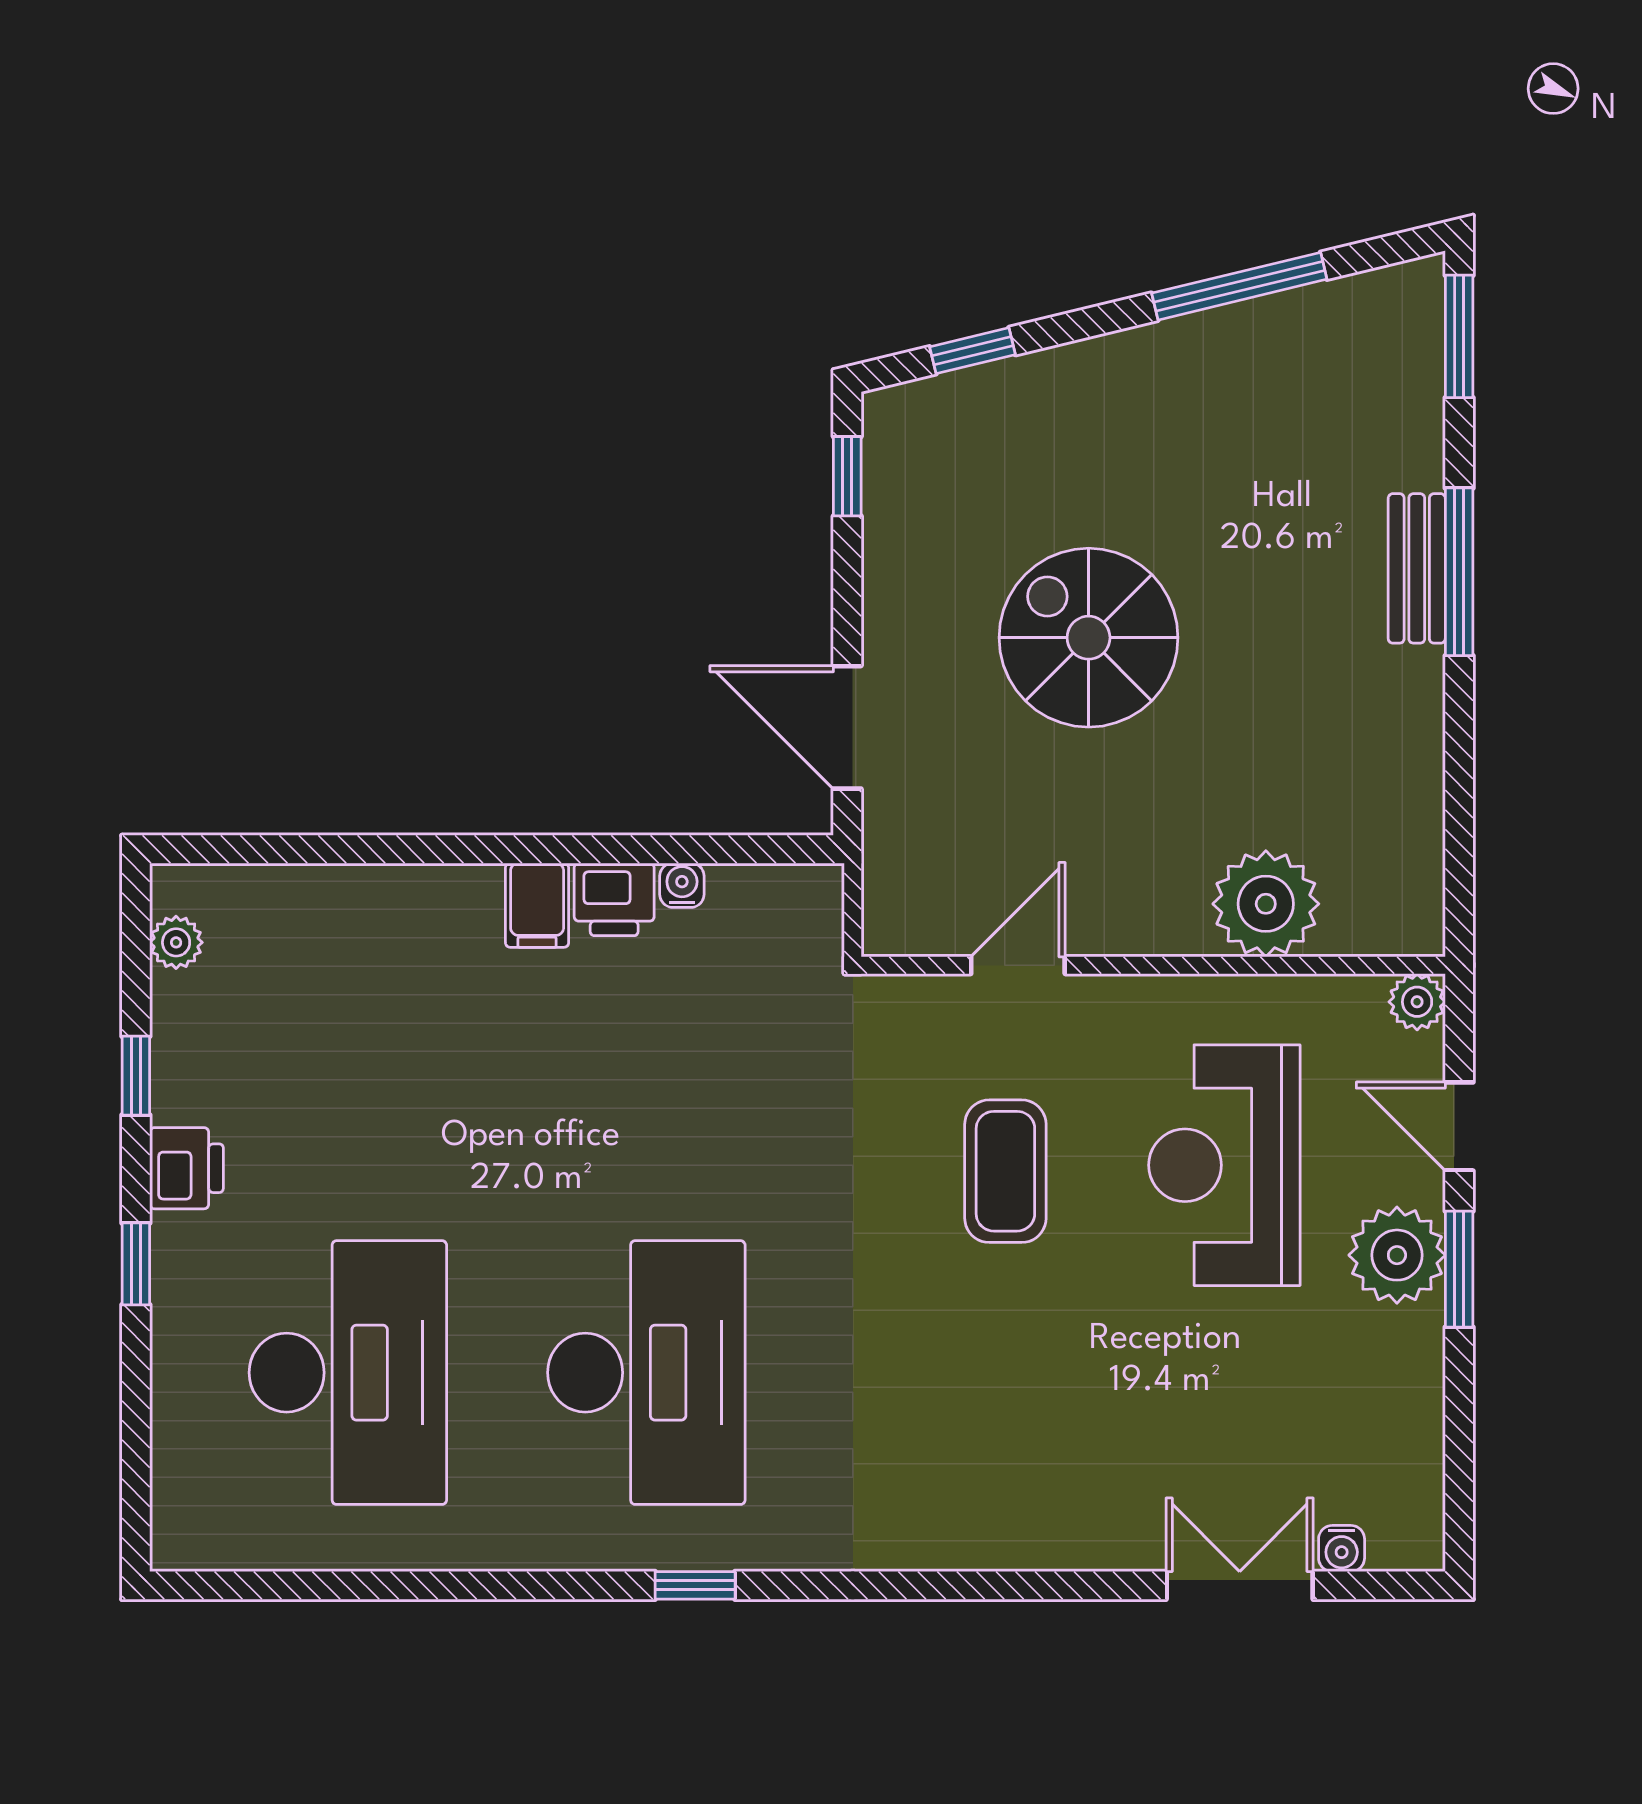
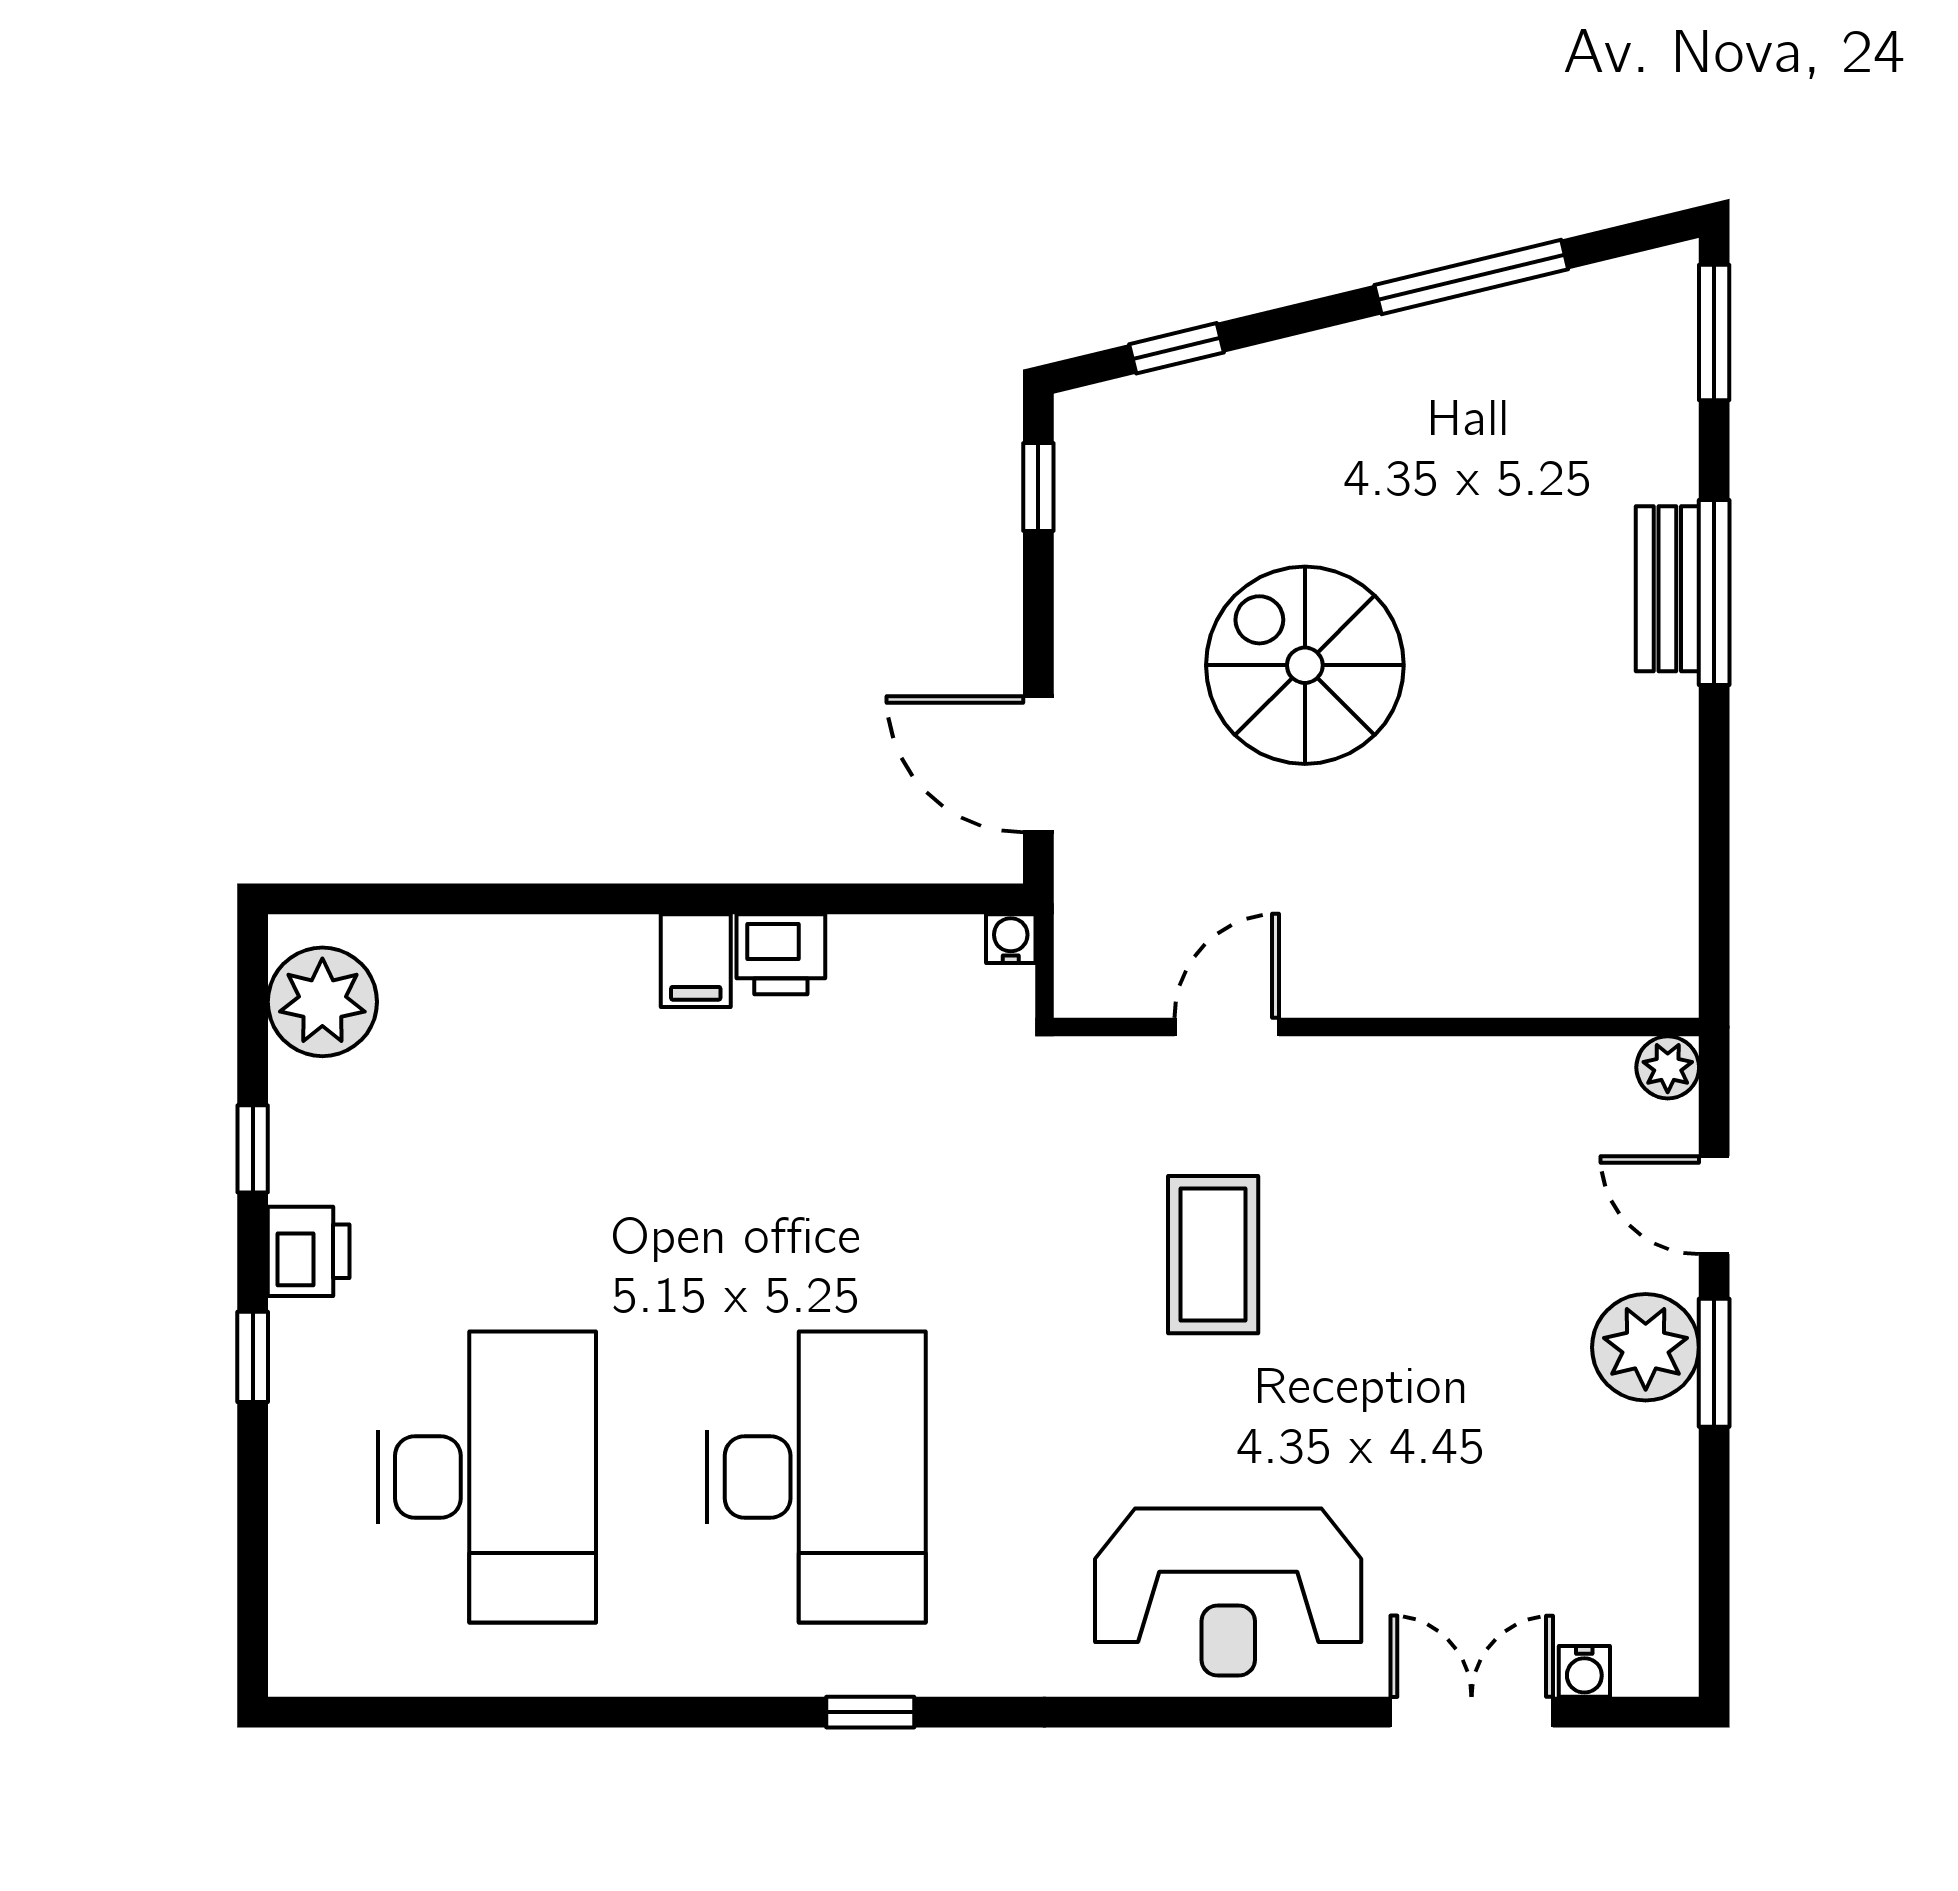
water cooler: (682, 885) -> (1011, 939), moved
plant: (1266, 904) -> (1501, 959), removed
plant: (176, 942) -> (322, 1002), width x1.88, depth x1.88
reception desk: (1224, 1165) -> (1228, 1592), moved, turned -90

